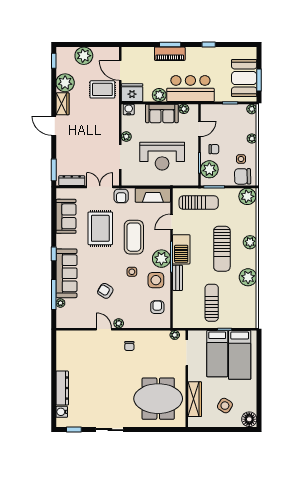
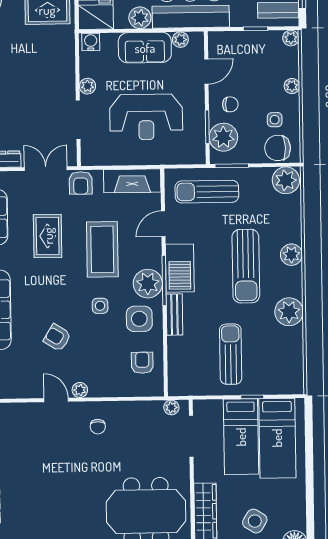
sun lounger: (199, 203) -> (207, 192), turned 180
rug: (100, 228) -> (48, 236), width x0.73, depth x0.70

